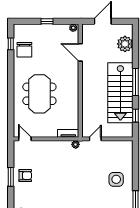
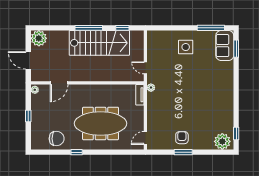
window: (11, 44) -> (77, 152), moved
plant: (125, 44) -> (39, 38), moved
meeting table: (39, 94) -> (101, 123), width x1.36

